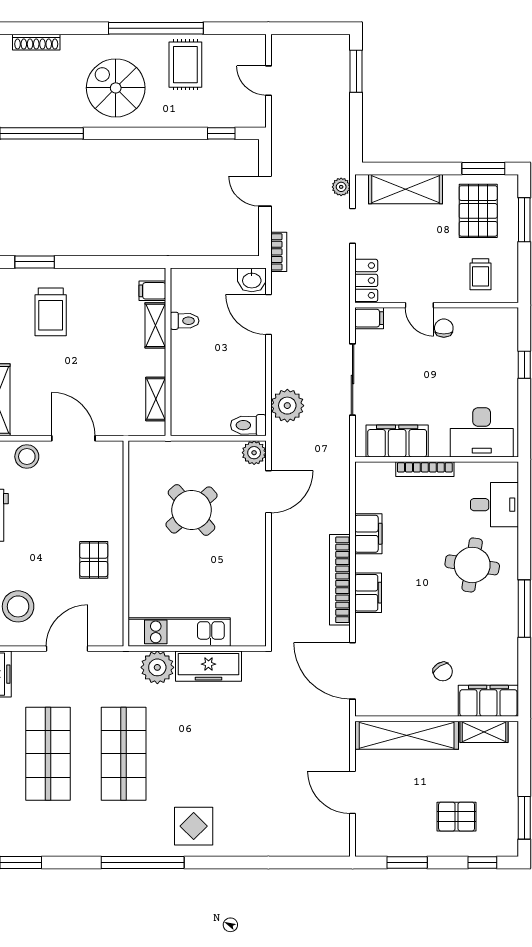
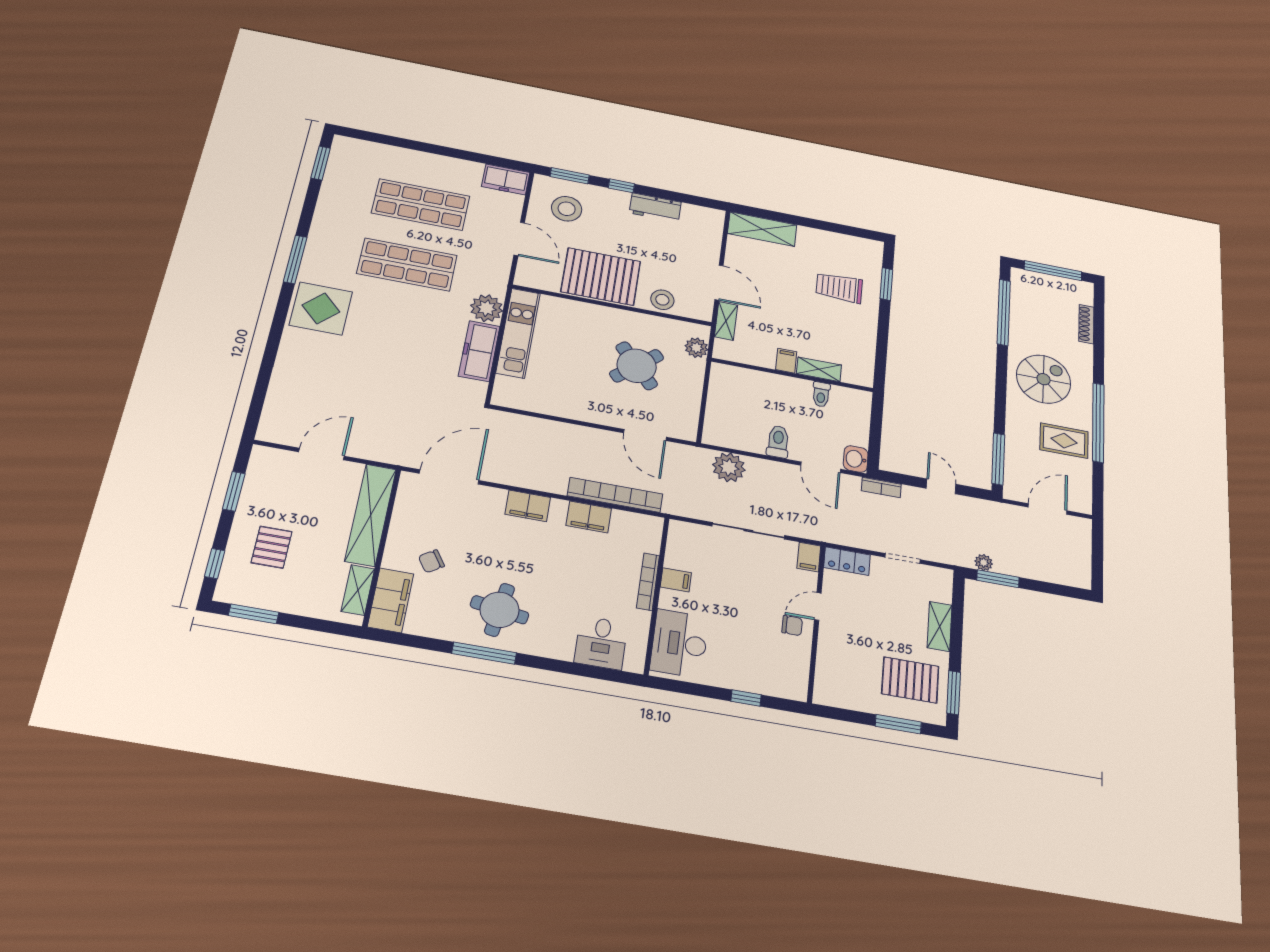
window: (356, 71) -> (998, 579), moved
door: (268, 81) -> (1048, 509), width x1.38
window: (221, 133) -> (998, 459), width x2.17
plant: (341, 187) -> (984, 563), moved
shelving: (406, 189) -> (940, 626), width x0.67, depth x0.75
door: (265, 191) -> (941, 486), hinge flipped
trolley: (480, 274) -> (845, 671), removed
filing cabinet: (152, 291) -> (786, 361), moved
door: (268, 314) -> (821, 467), swing flipped
shelving: (156, 399) -> (726, 321), moved, turned 90
toilet: (248, 425) -> (778, 442), moved
door: (73, 438) -> (719, 283), hinge flipped
filing cabinet: (397, 441) -> (676, 580), width x0.33, depth x0.86
plant: (254, 453) -> (696, 348), moved
stool: (27, 457) -> (662, 300), moved
pallet: (94, 560) -> (601, 277), width x2.05, depth x2.00
round table: (472, 565) -> (500, 610), moved
bookcase: (340, 580) -> (615, 495), moved
display table: (194, 826) -> (321, 308), width x1.36, depth x1.36
window: (143, 862) -> (295, 259), width x0.68

